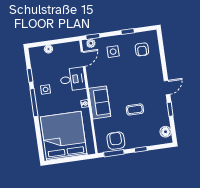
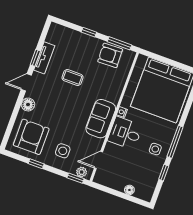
armchair: (142, 49) -> (31, 137), width x1.88, depth x1.88
desk: (73, 79) -> (125, 133), moved
sofa: (100, 102) -> (101, 119), moved
tv unit: (164, 113) -> (44, 58), added
floor lamp: (166, 132) -> (28, 105), moved
armchair: (116, 141) -> (110, 55), turned 88

